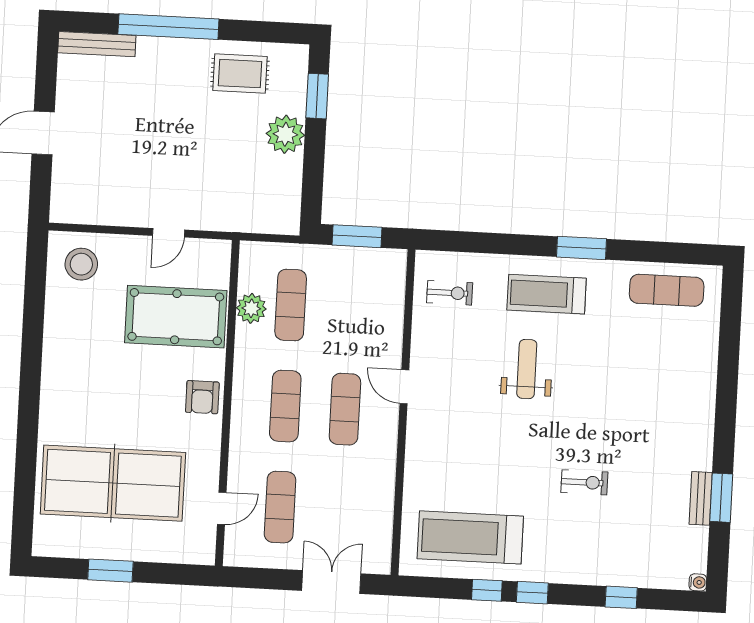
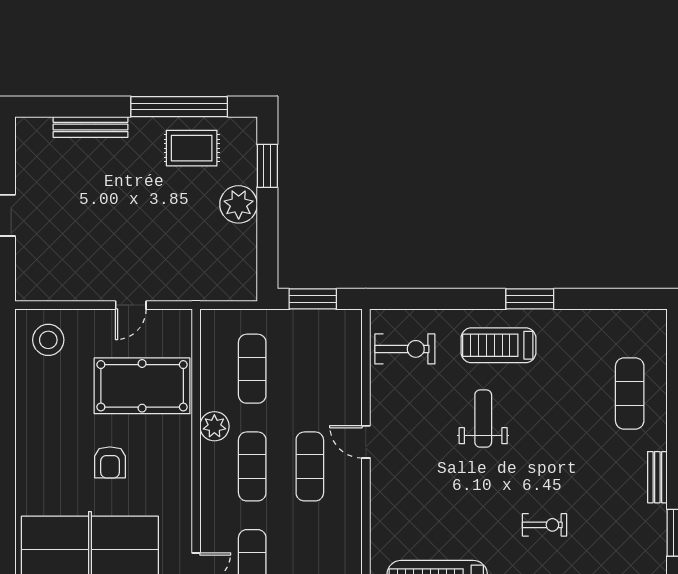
window: (168, 27) -> (179, 107), moved
bench: (97, 44) -> (90, 127), moved
exercise mat: (667, 290) -> (630, 393), moved, turned 90
exercise bike: (450, 293) -> (405, 349), width x1.38, depth x1.39
plant: (251, 308) -> (214, 426), moved
armchair: (202, 397) -> (110, 462), moved
bench: (701, 498) -> (657, 477), moved

